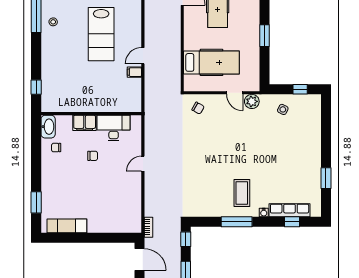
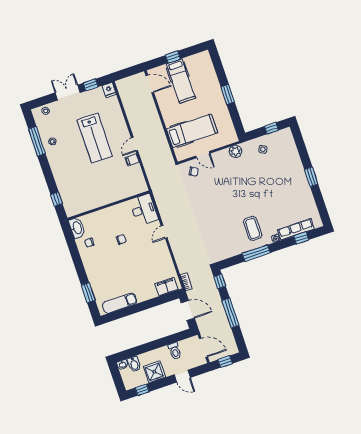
door: (235, 93) -> (203, 155), moved
filing cabinet: (85, 123) -> (166, 287), moved, turned 180
desk: (114, 128) -> (144, 210), moved, turned 90
window: (326, 178) -> (311, 177), moved

